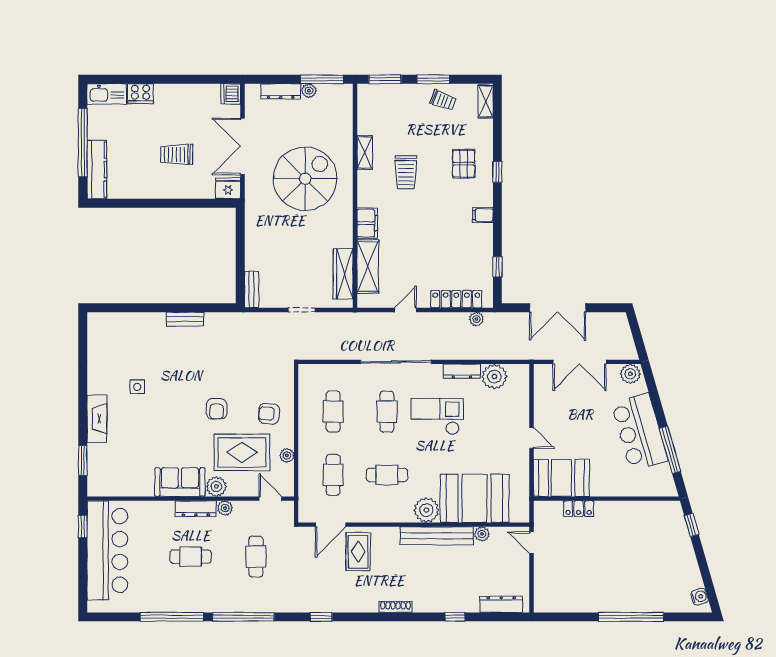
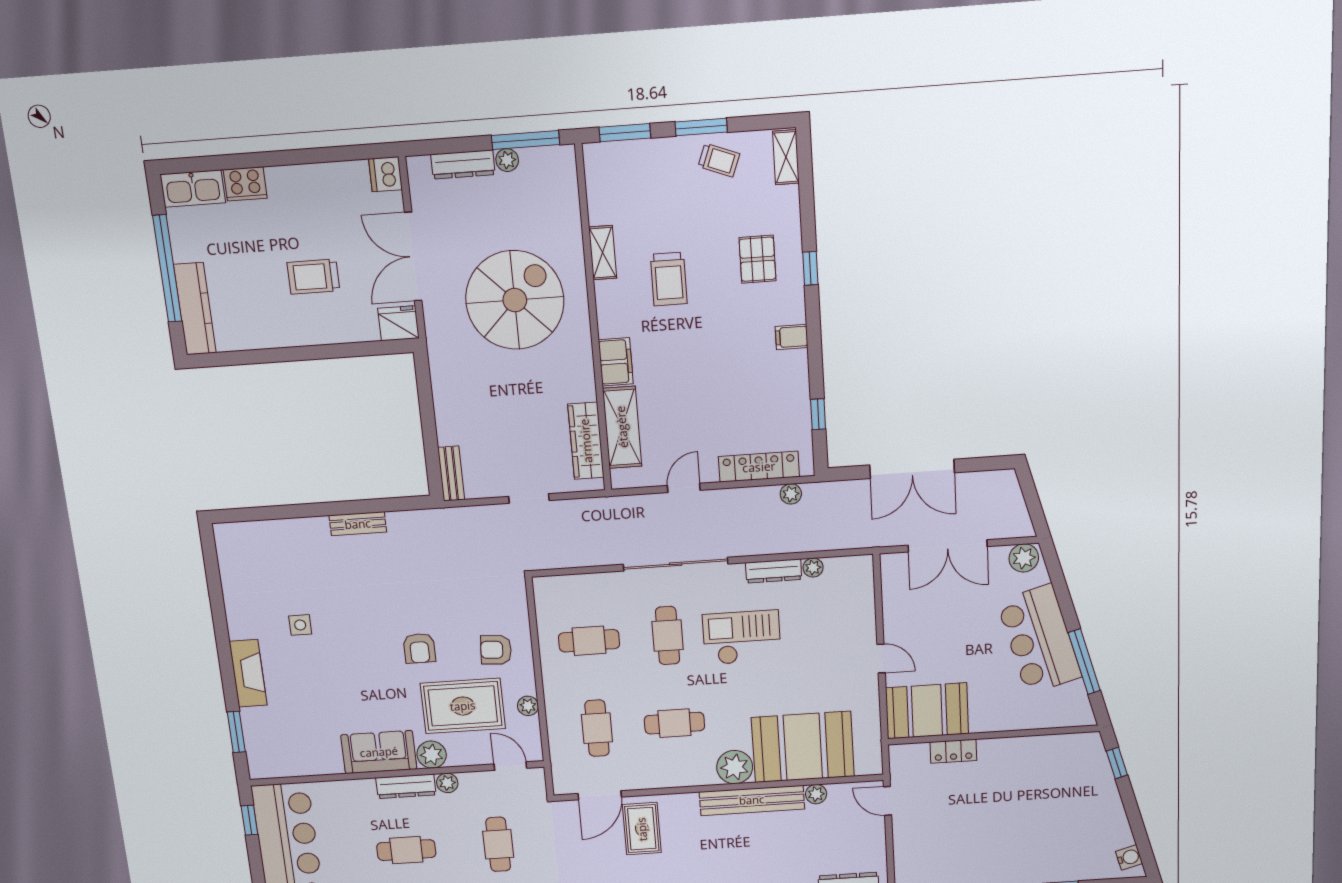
plant: (494, 377) -> (813, 568), width x0.53, depth x0.53
cafe table: (333, 412) -> (589, 641), turned 90

